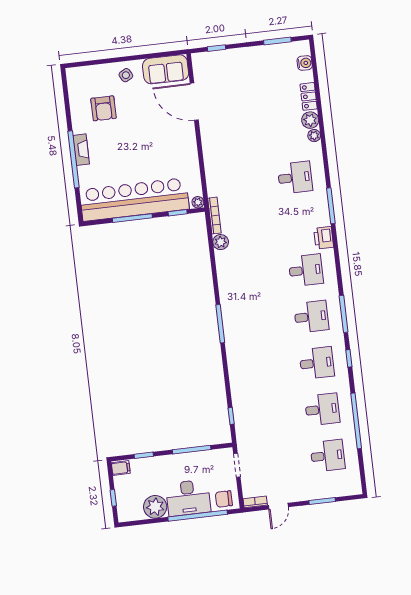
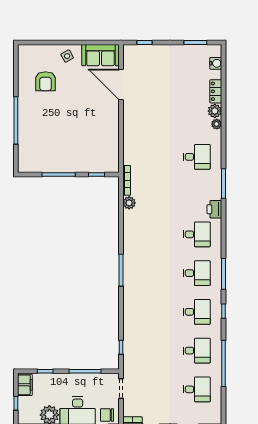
fireplace: (81, 150) -> (23, 113), removed
bar counter: (134, 199) -> (62, 159), removed
plant: (198, 202) -> (114, 168), removed
filing cabinet: (121, 468) -> (25, 385), width x2.00

